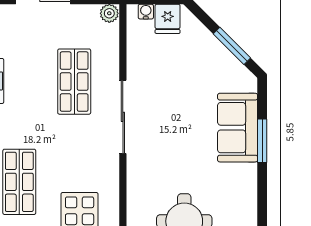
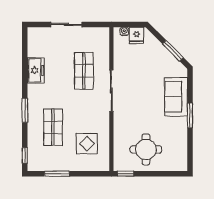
plant: (109, 13) -> (104, 32), removed
window: (262, 141) -> (190, 116), moved

